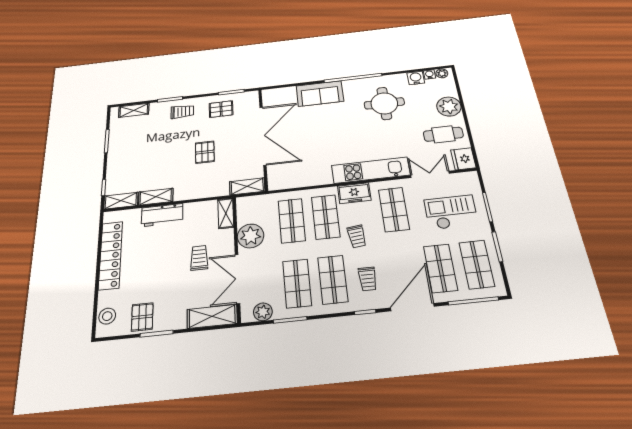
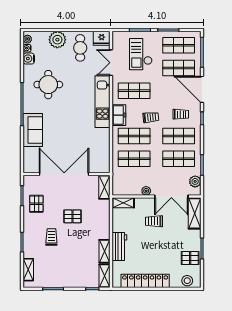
trolley: (182, 112) -> (51, 237), moved
plant: (251, 236) -> (146, 191), width x0.53, depth x0.53

